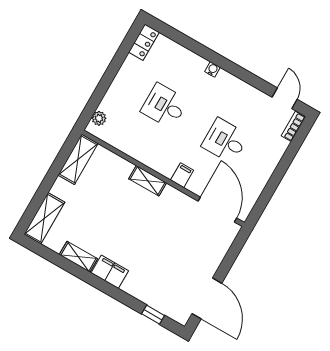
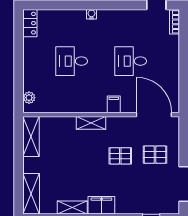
pallet: (158, 232) -> (120, 156), added
pallet: (195, 251) -> (155, 155), added

